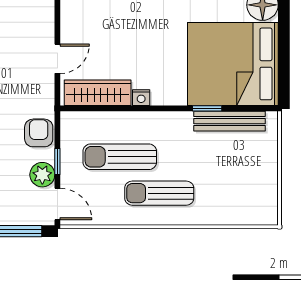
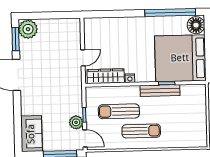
bench: (230, 121) -> (160, 91), moved
armchair: (39, 133) -> (74, 99), removed
sun lounger: (159, 193) -> (141, 131), turned 180

